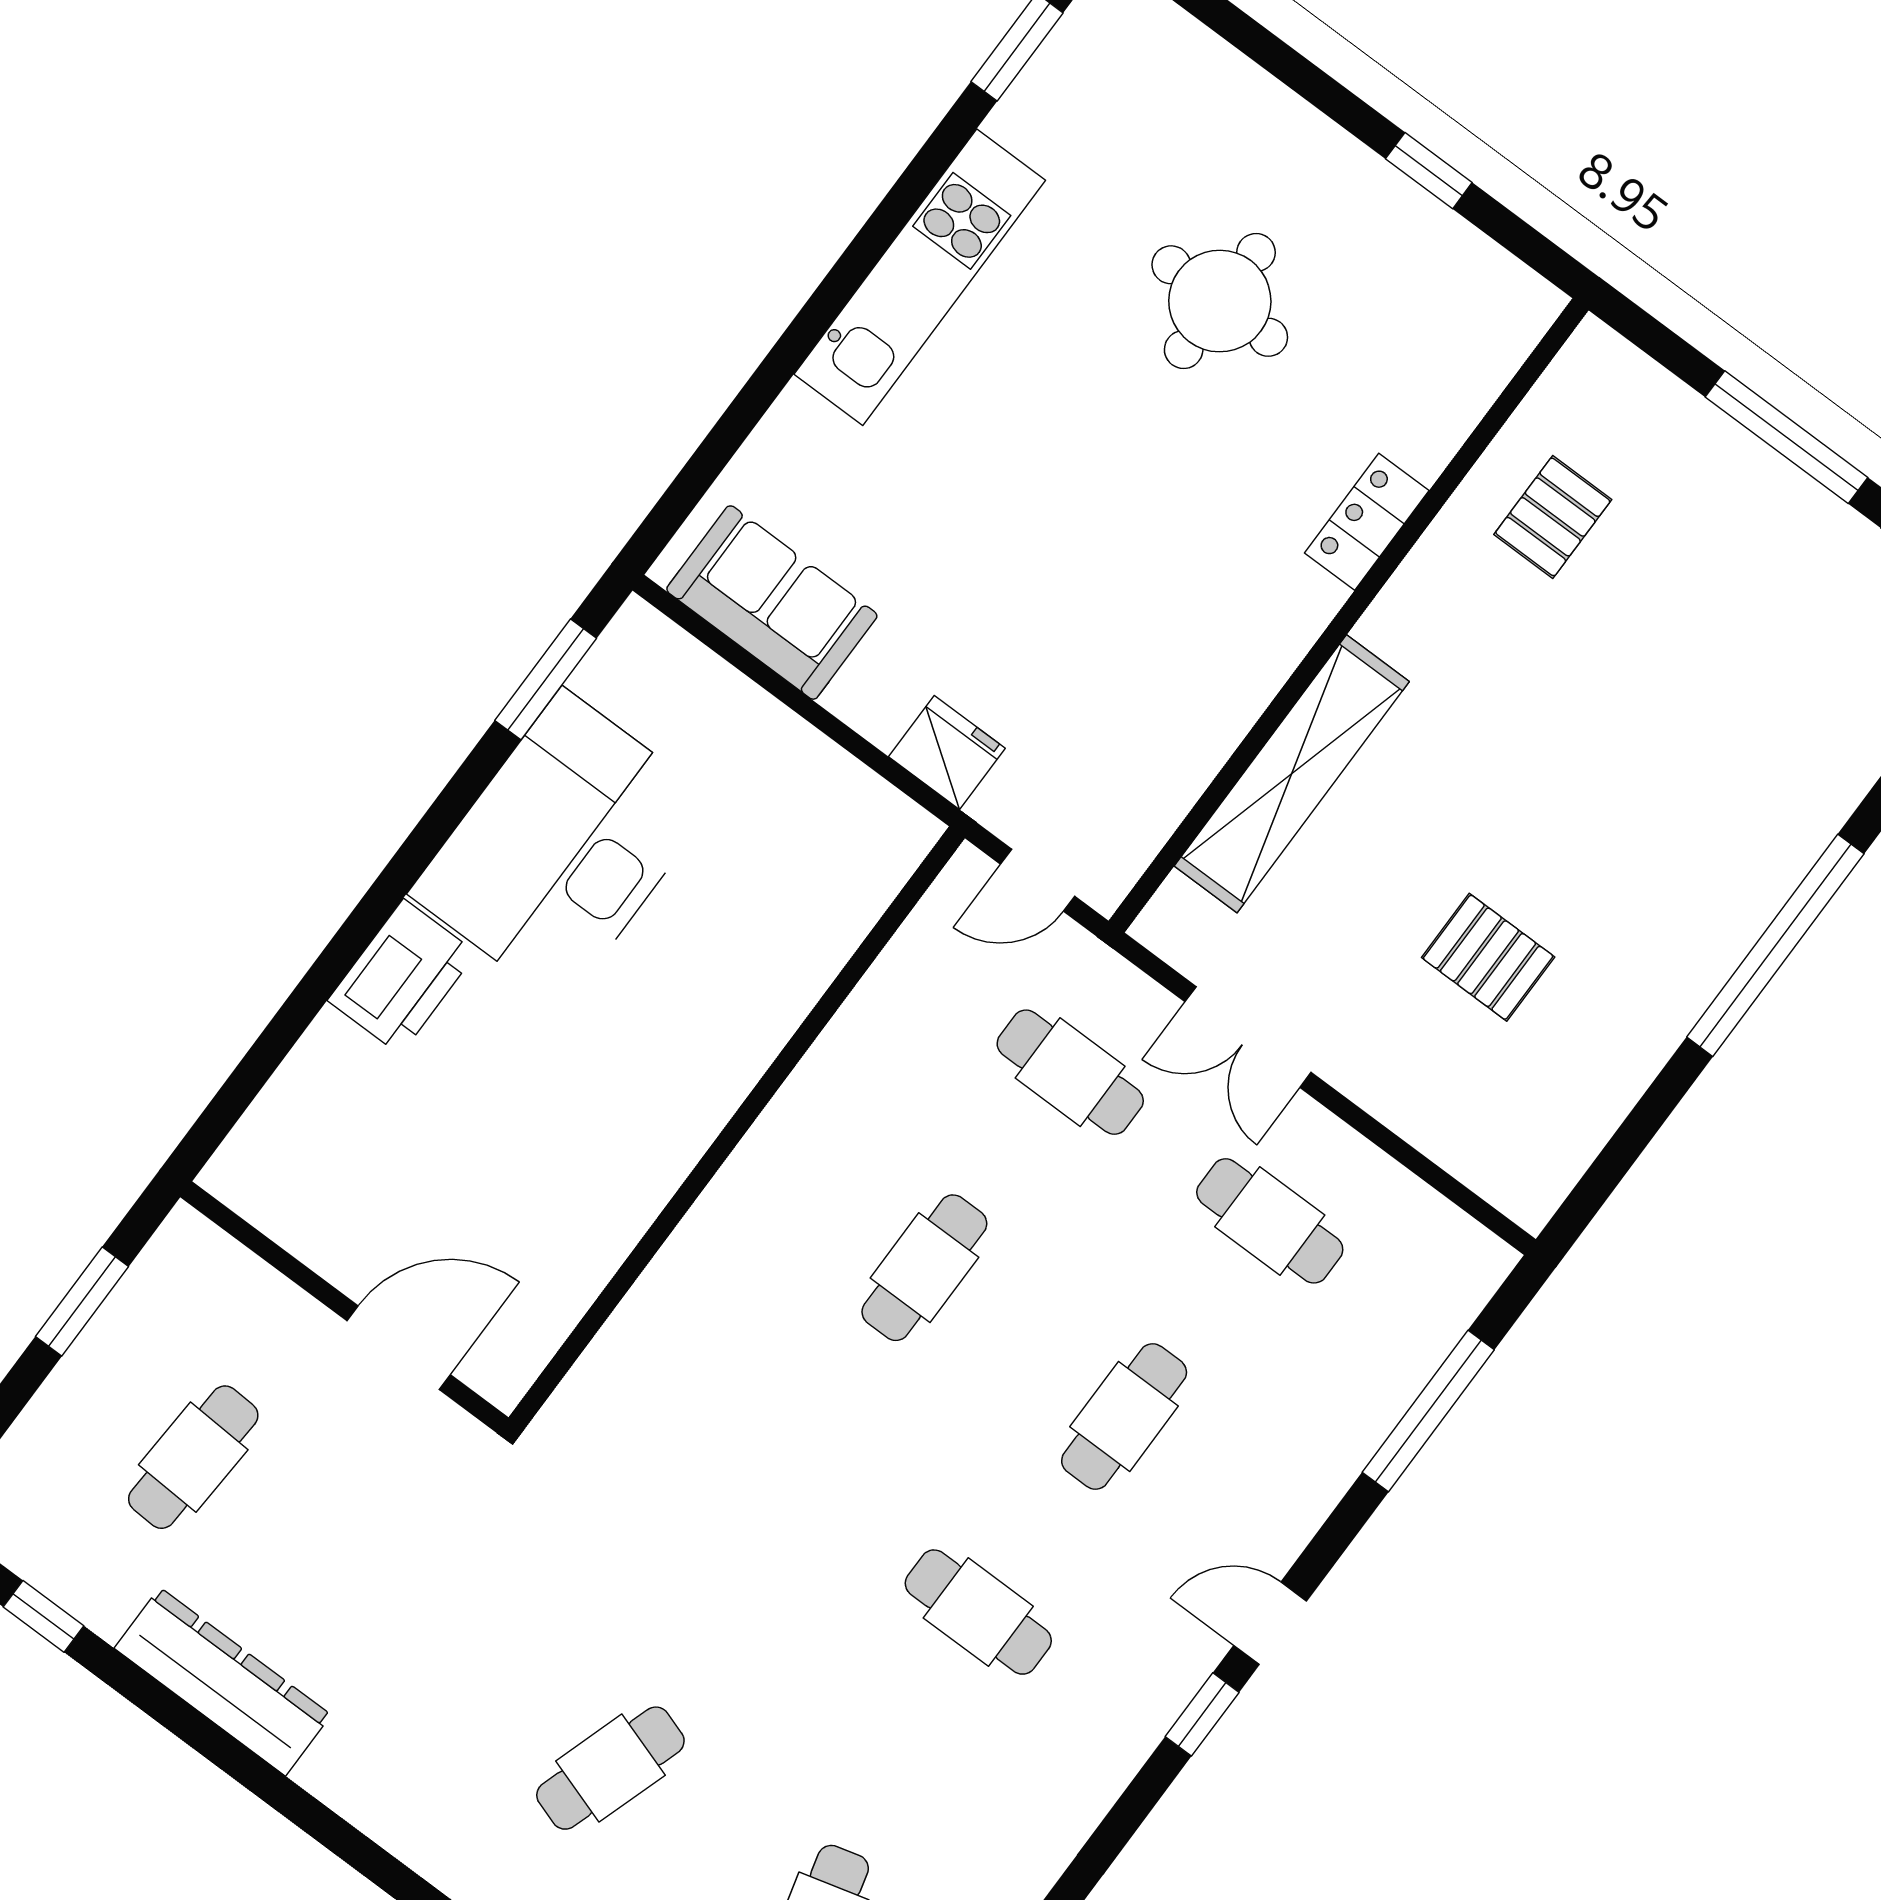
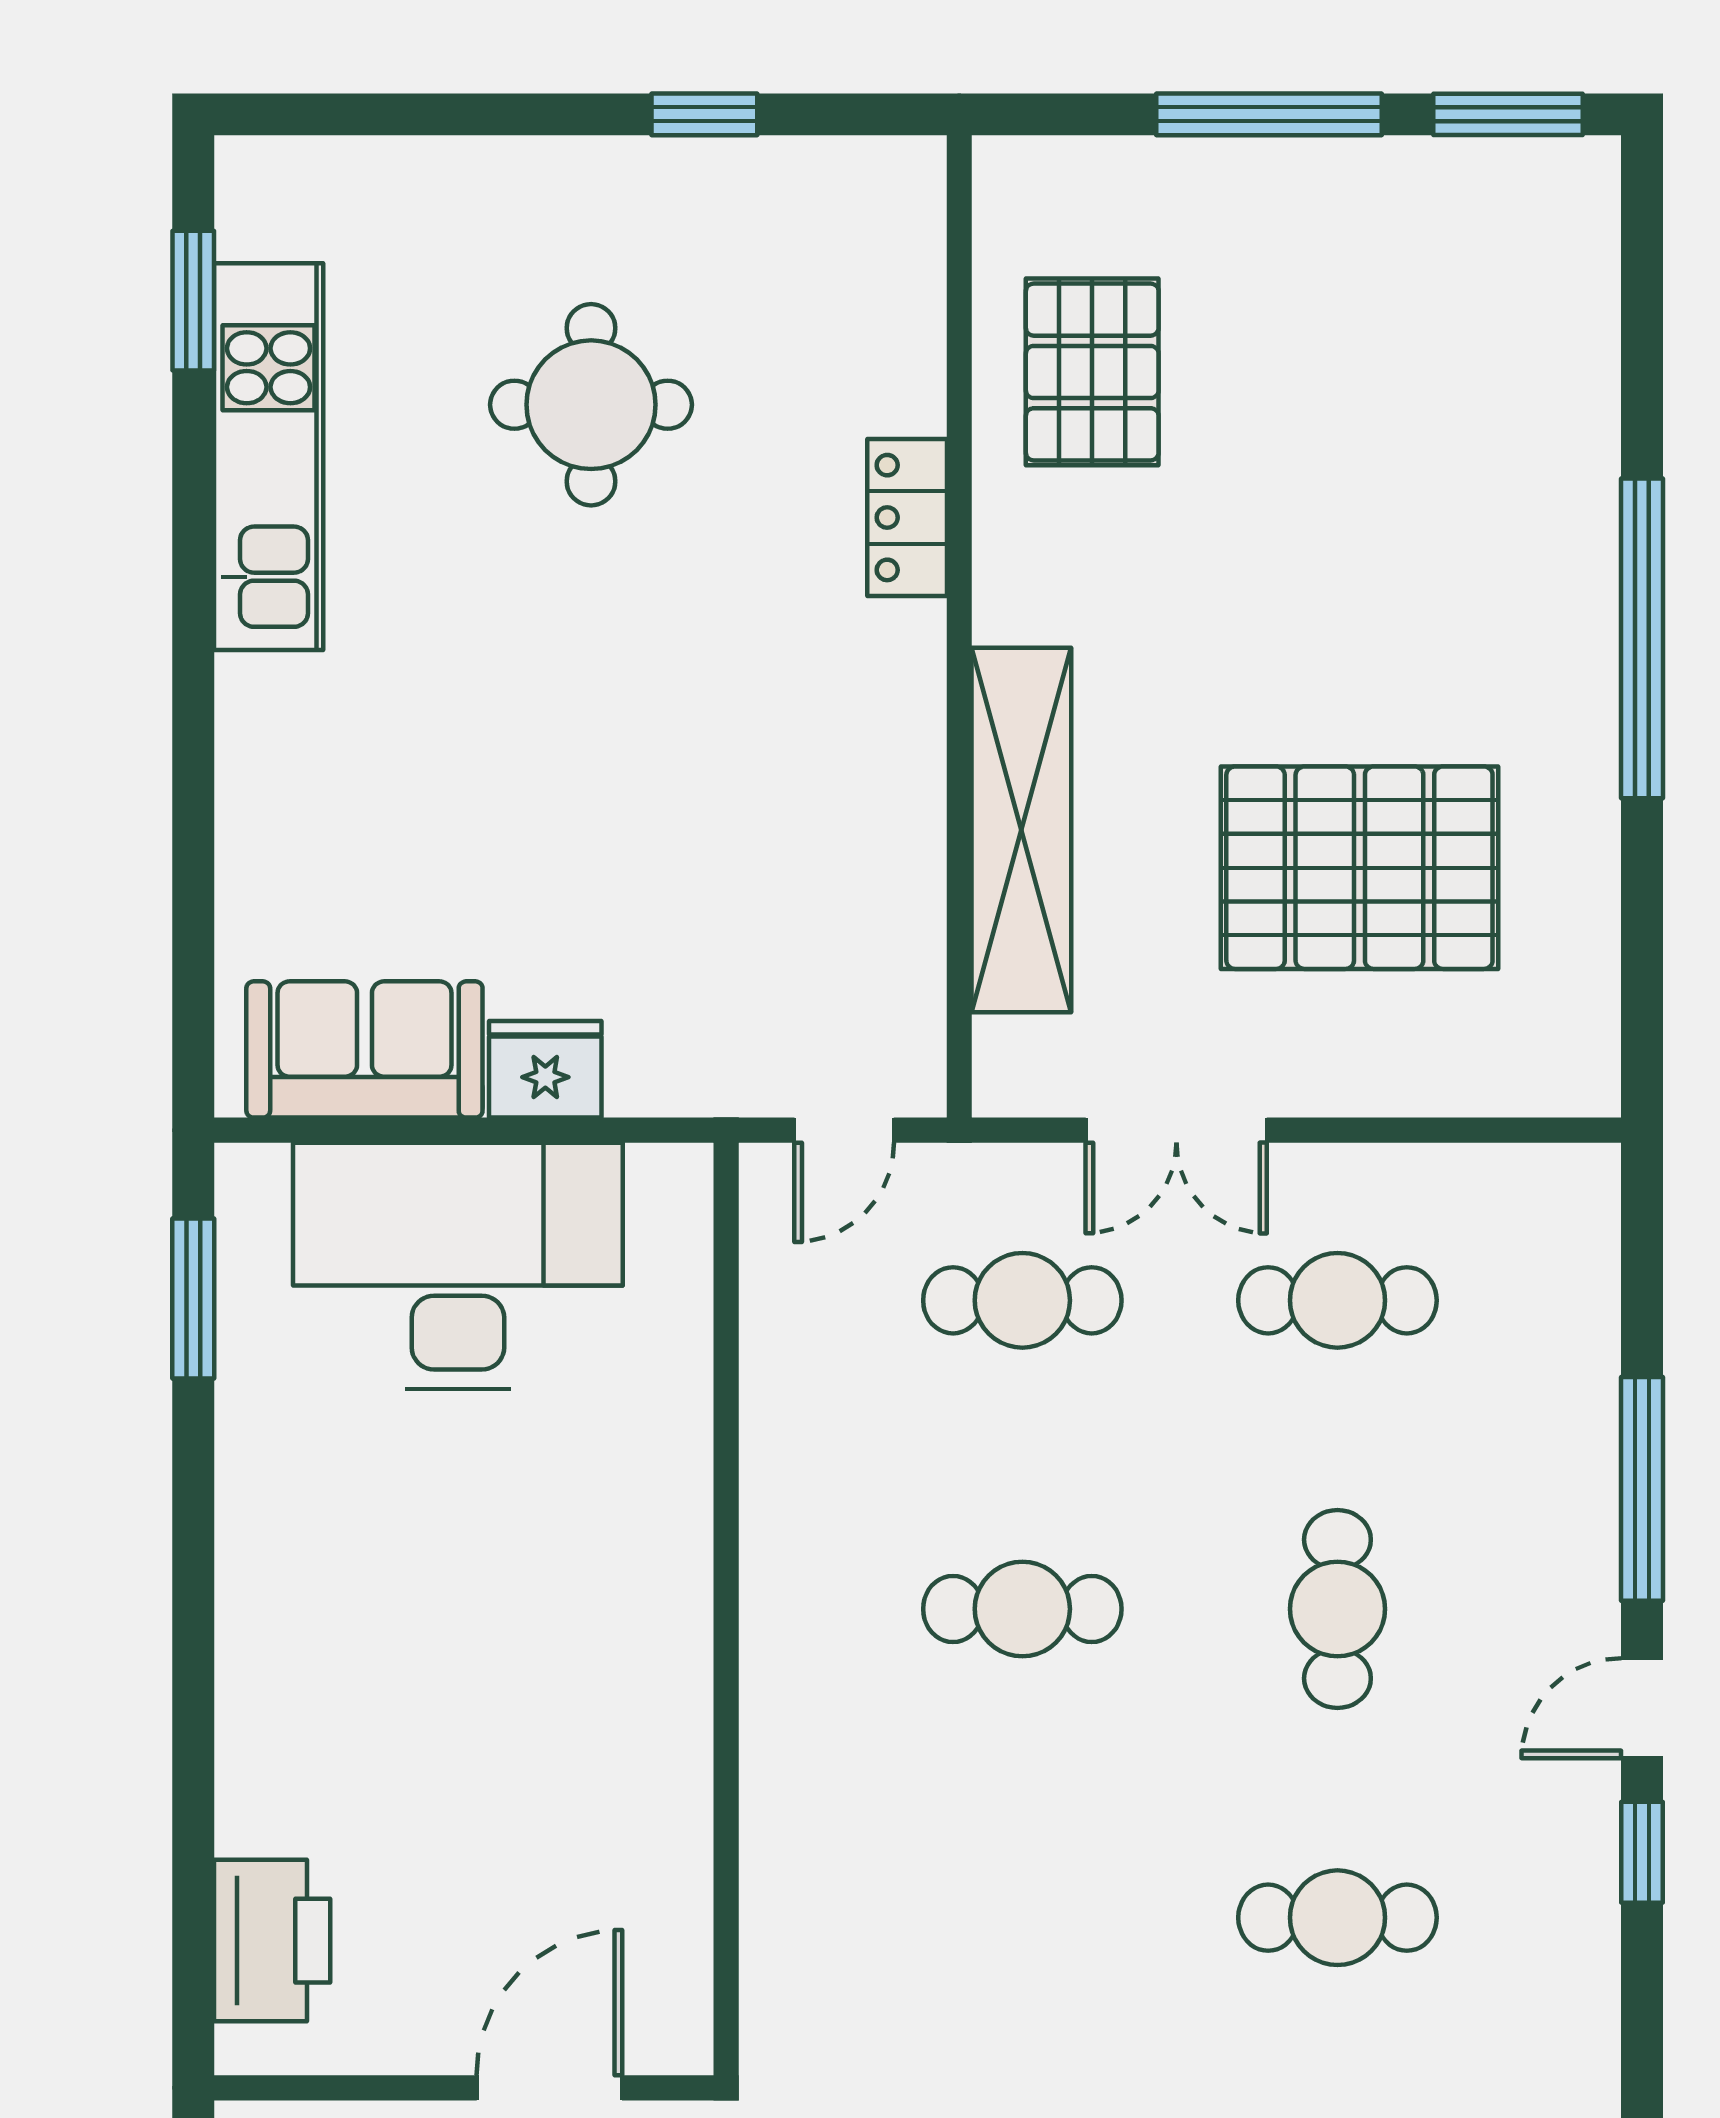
kitchen unit: (920, 277) -> (269, 457), moved
pallet: (1553, 517) -> (1092, 372), width x1.50, depth x1.42
fridge: (947, 753) -> (545, 1069), moved
desk: (562, 848) -> (458, 1266), moved, turned 90
pallet: (1488, 957) -> (1359, 868), width x2.05, depth x2.00
printer: (402, 977) -> (272, 1941), moved
cafe table: (924, 1268) -> (1022, 1609), turned 90
window: (1428, 1411) -> (1642, 1489), moved

